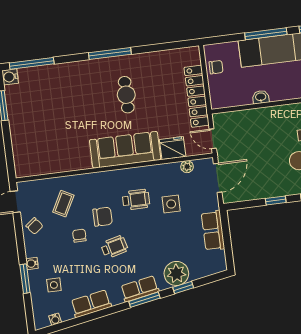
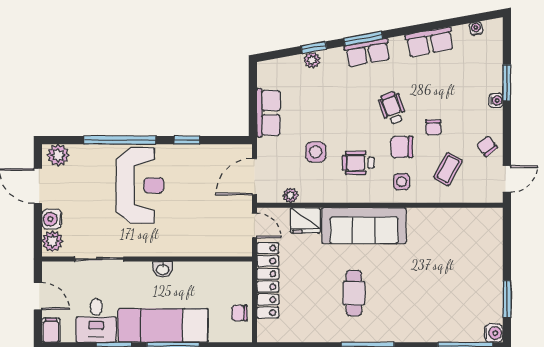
washbasin: (261, 97) -> (163, 269), moved
wheelchair: (114, 247) -> (392, 108), turned 85
plant: (176, 273) -> (312, 60), width x0.53, depth x0.53
side table: (54, 285) -> (402, 182), moved

